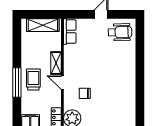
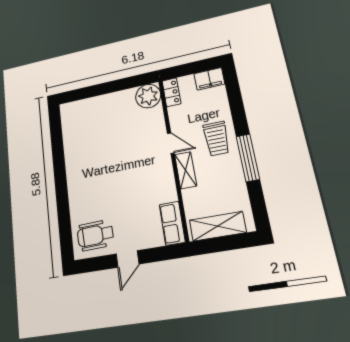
window: (17, 83) -> (248, 158), moved
chair: (85, 93) -> (135, 134), removed

